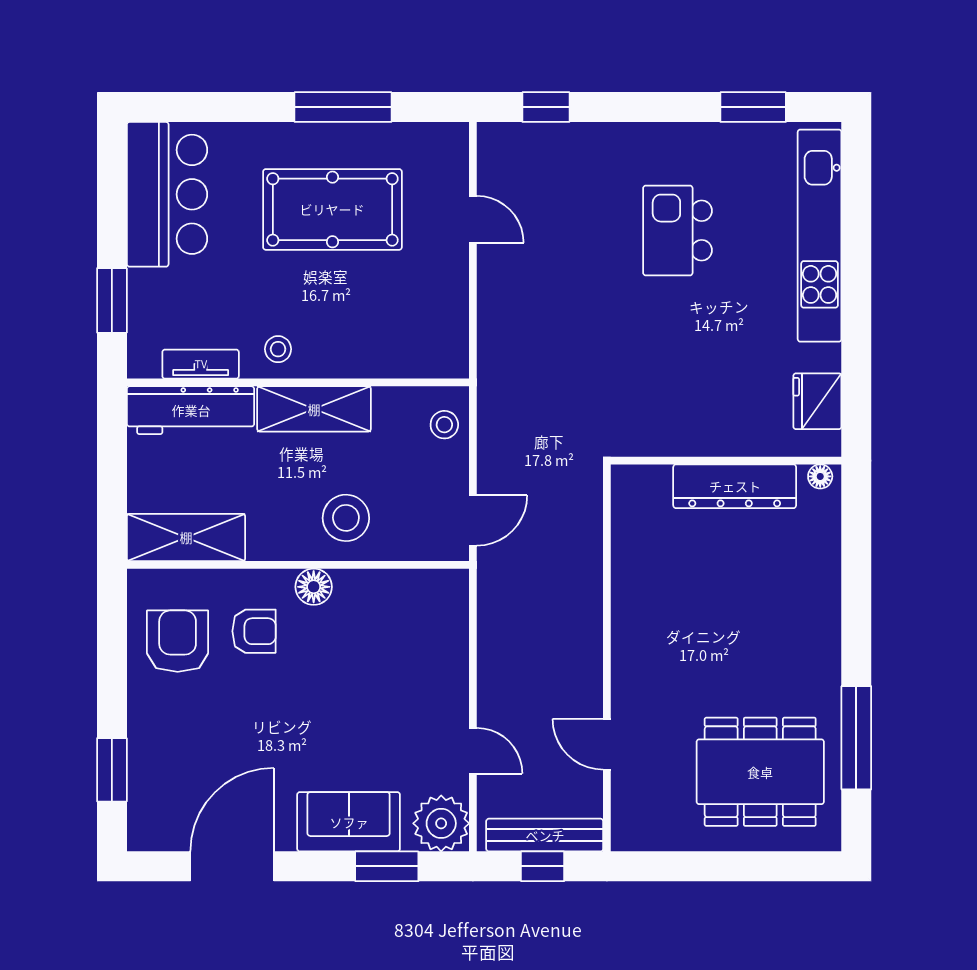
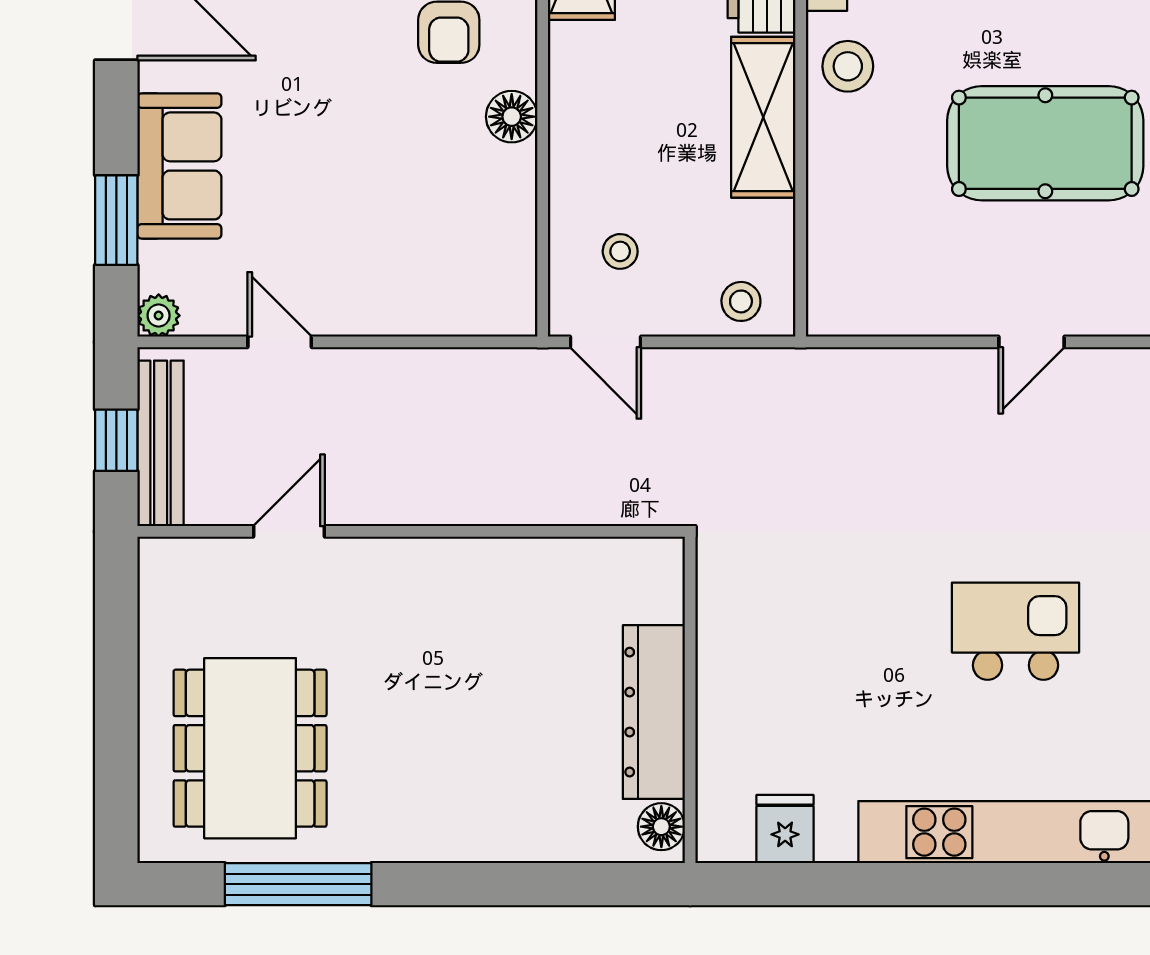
pool table: (332, 209) -> (1045, 143), turned 90
stool: (278, 349) -> (848, 66), width x1.37, depth x1.37
fridge: (817, 401) -> (785, 829), width x0.72
floor lamp: (820, 476) -> (661, 827), width x1.37, depth x1.37
stool: (346, 518) -> (620, 251), moved, width x0.53, depth x0.53
door: (473, 751) -> (280, 342), swing flipped
plant: (441, 823) -> (159, 316), width x0.53, depth x0.53

